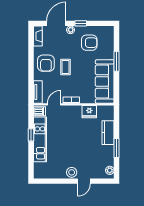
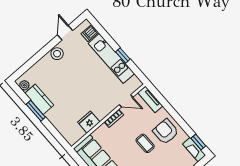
window: (31, 39) -> (198, 142), added
door: (54, 104) -> (126, 101), hinge flipped
dishwasher: (40, 111) -> (90, 33), moved
kitchen counter: (108, 133) -> (39, 99), moved
door: (84, 181) -> (65, 33), moved

